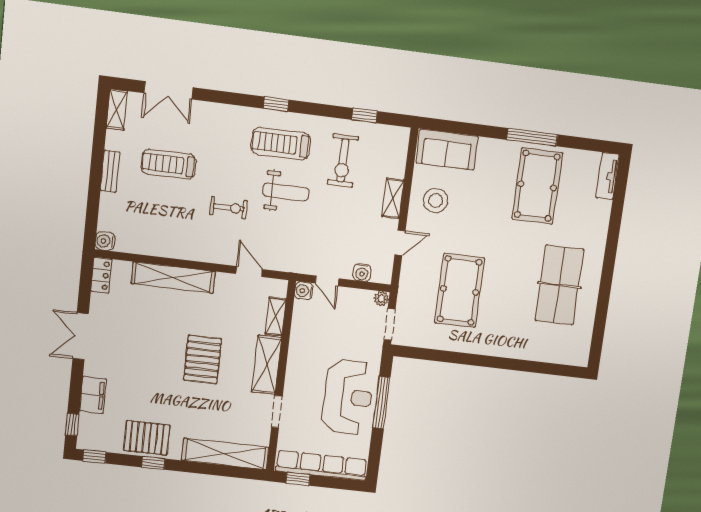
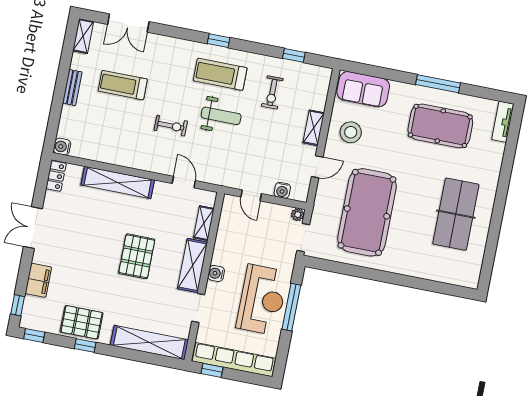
exercise bike: (343, 161) -> (272, 92), width x0.73, depth x0.72
pool table: (537, 186) -> (440, 126), turned 90
pool table: (460, 290) -> (367, 212), width x1.36, depth x1.32
water cooler: (304, 291) -> (216, 273), moved

